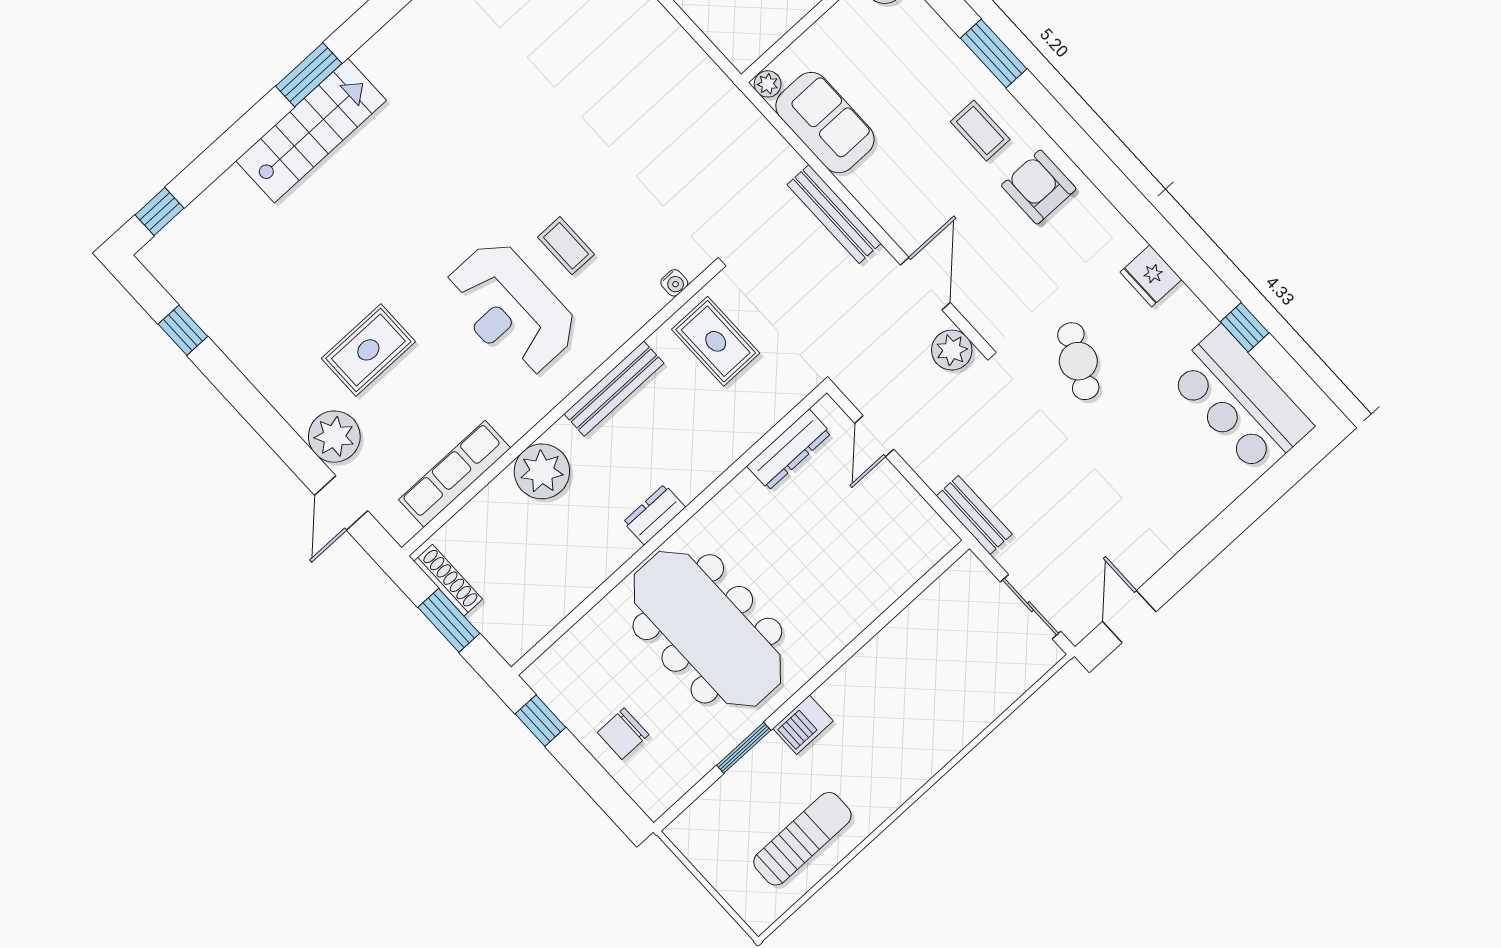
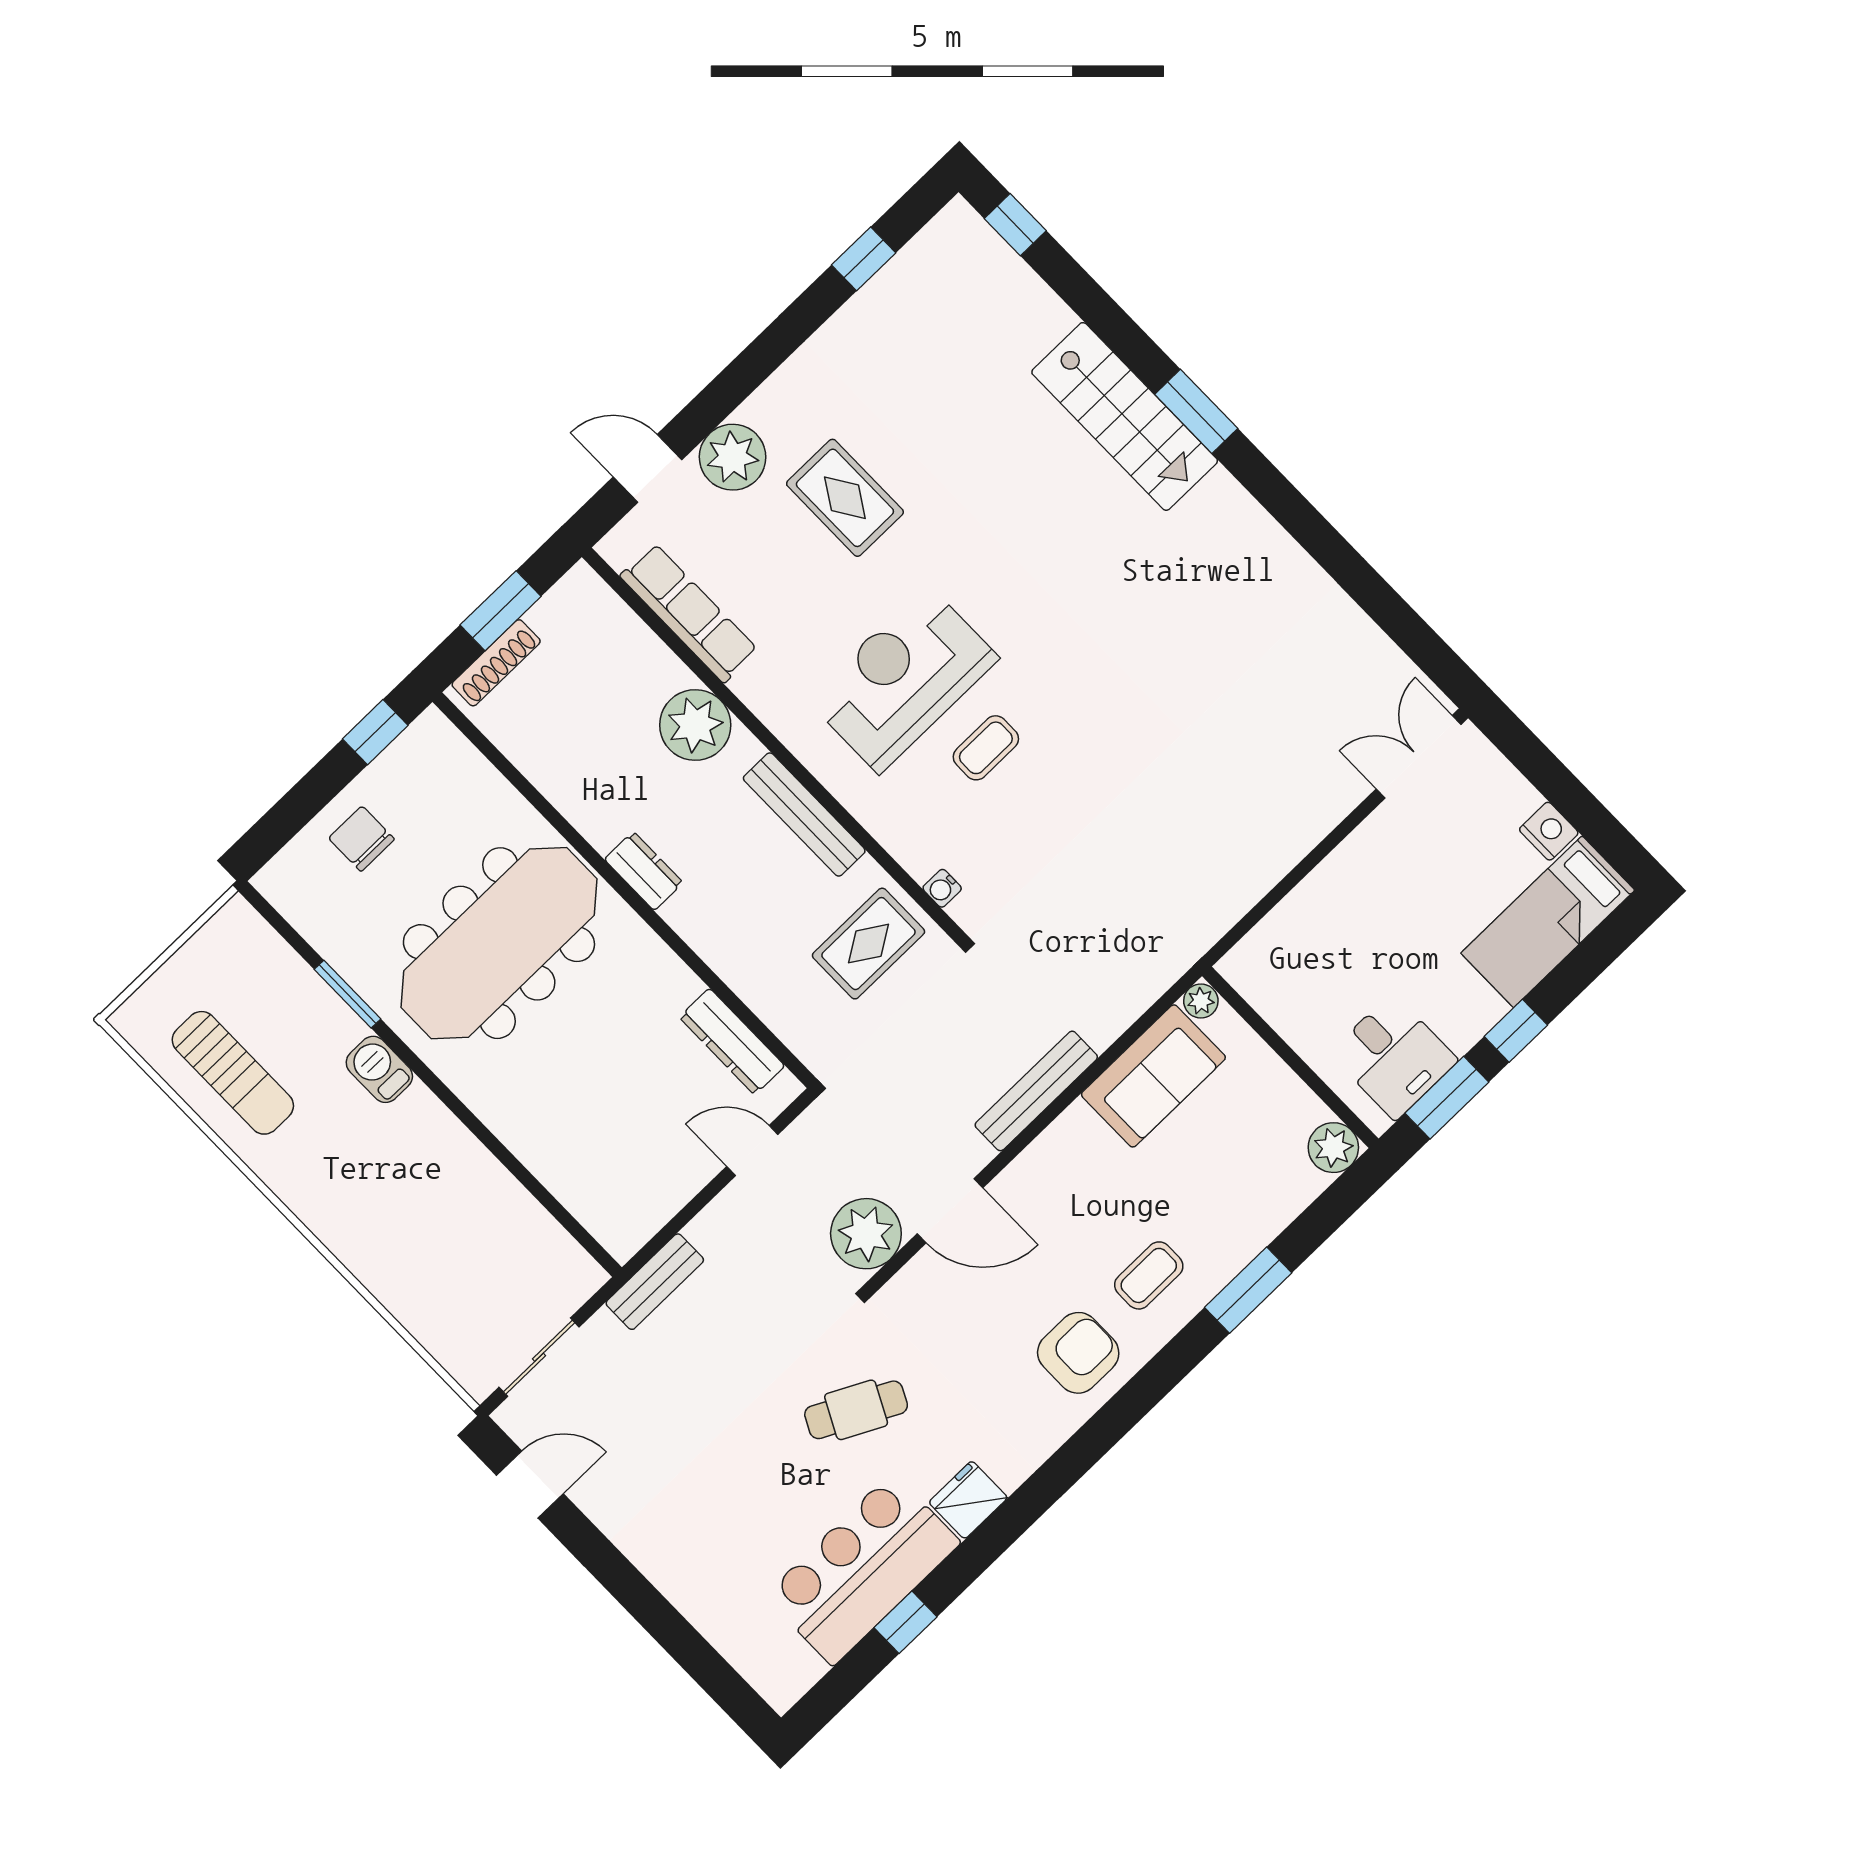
plant: (952, 350) -> (866, 1234), width x1.36, depth x1.36
bar counter: (1240, 401) -> (863, 1569), moved
shoe rack: (448, 580) -> (496, 663), moved

